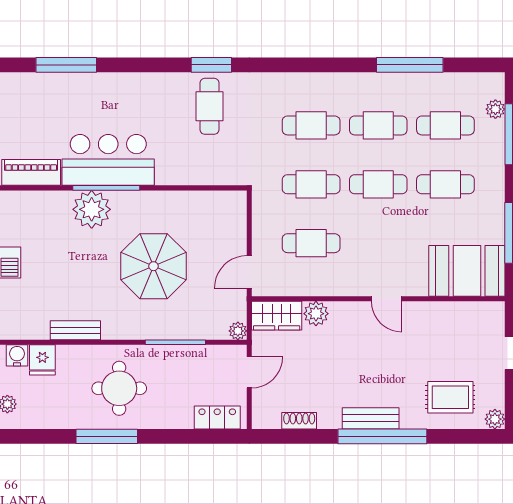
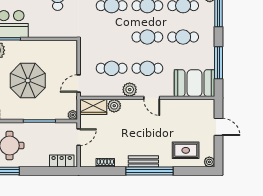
cafe table: (311, 184) -> (147, 68), moved
plant: (345, 283) -> (130, 90), added

